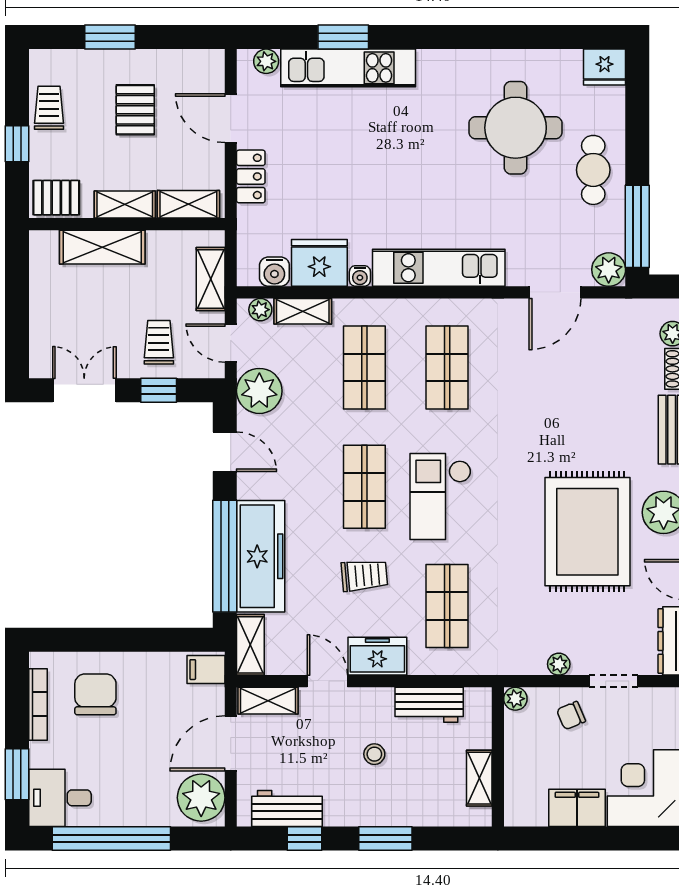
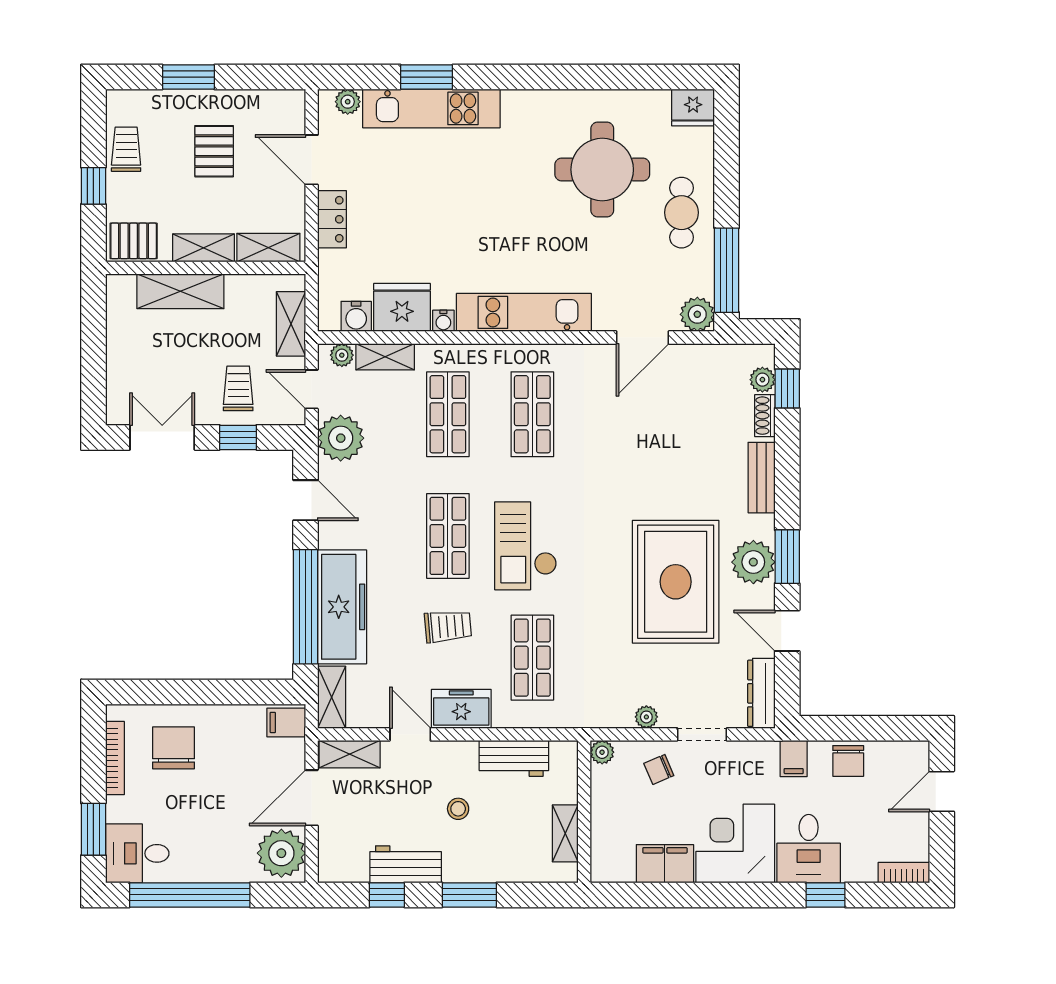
workbench: (287, 809) -> (406, 864), moved

